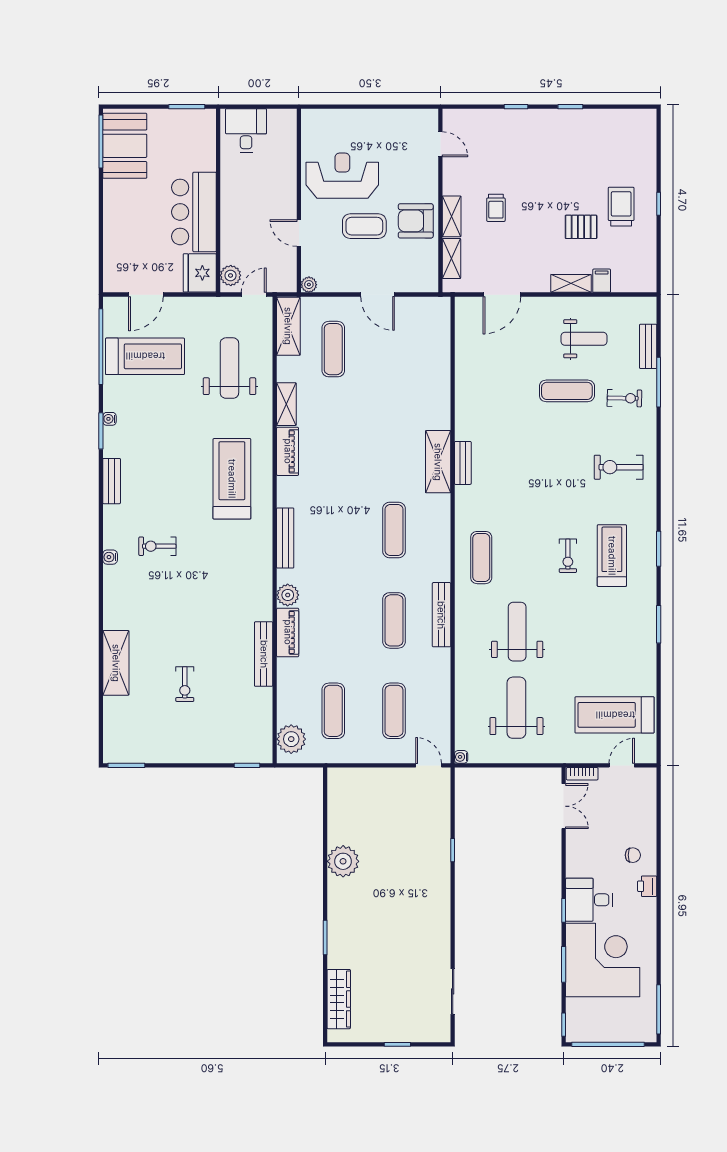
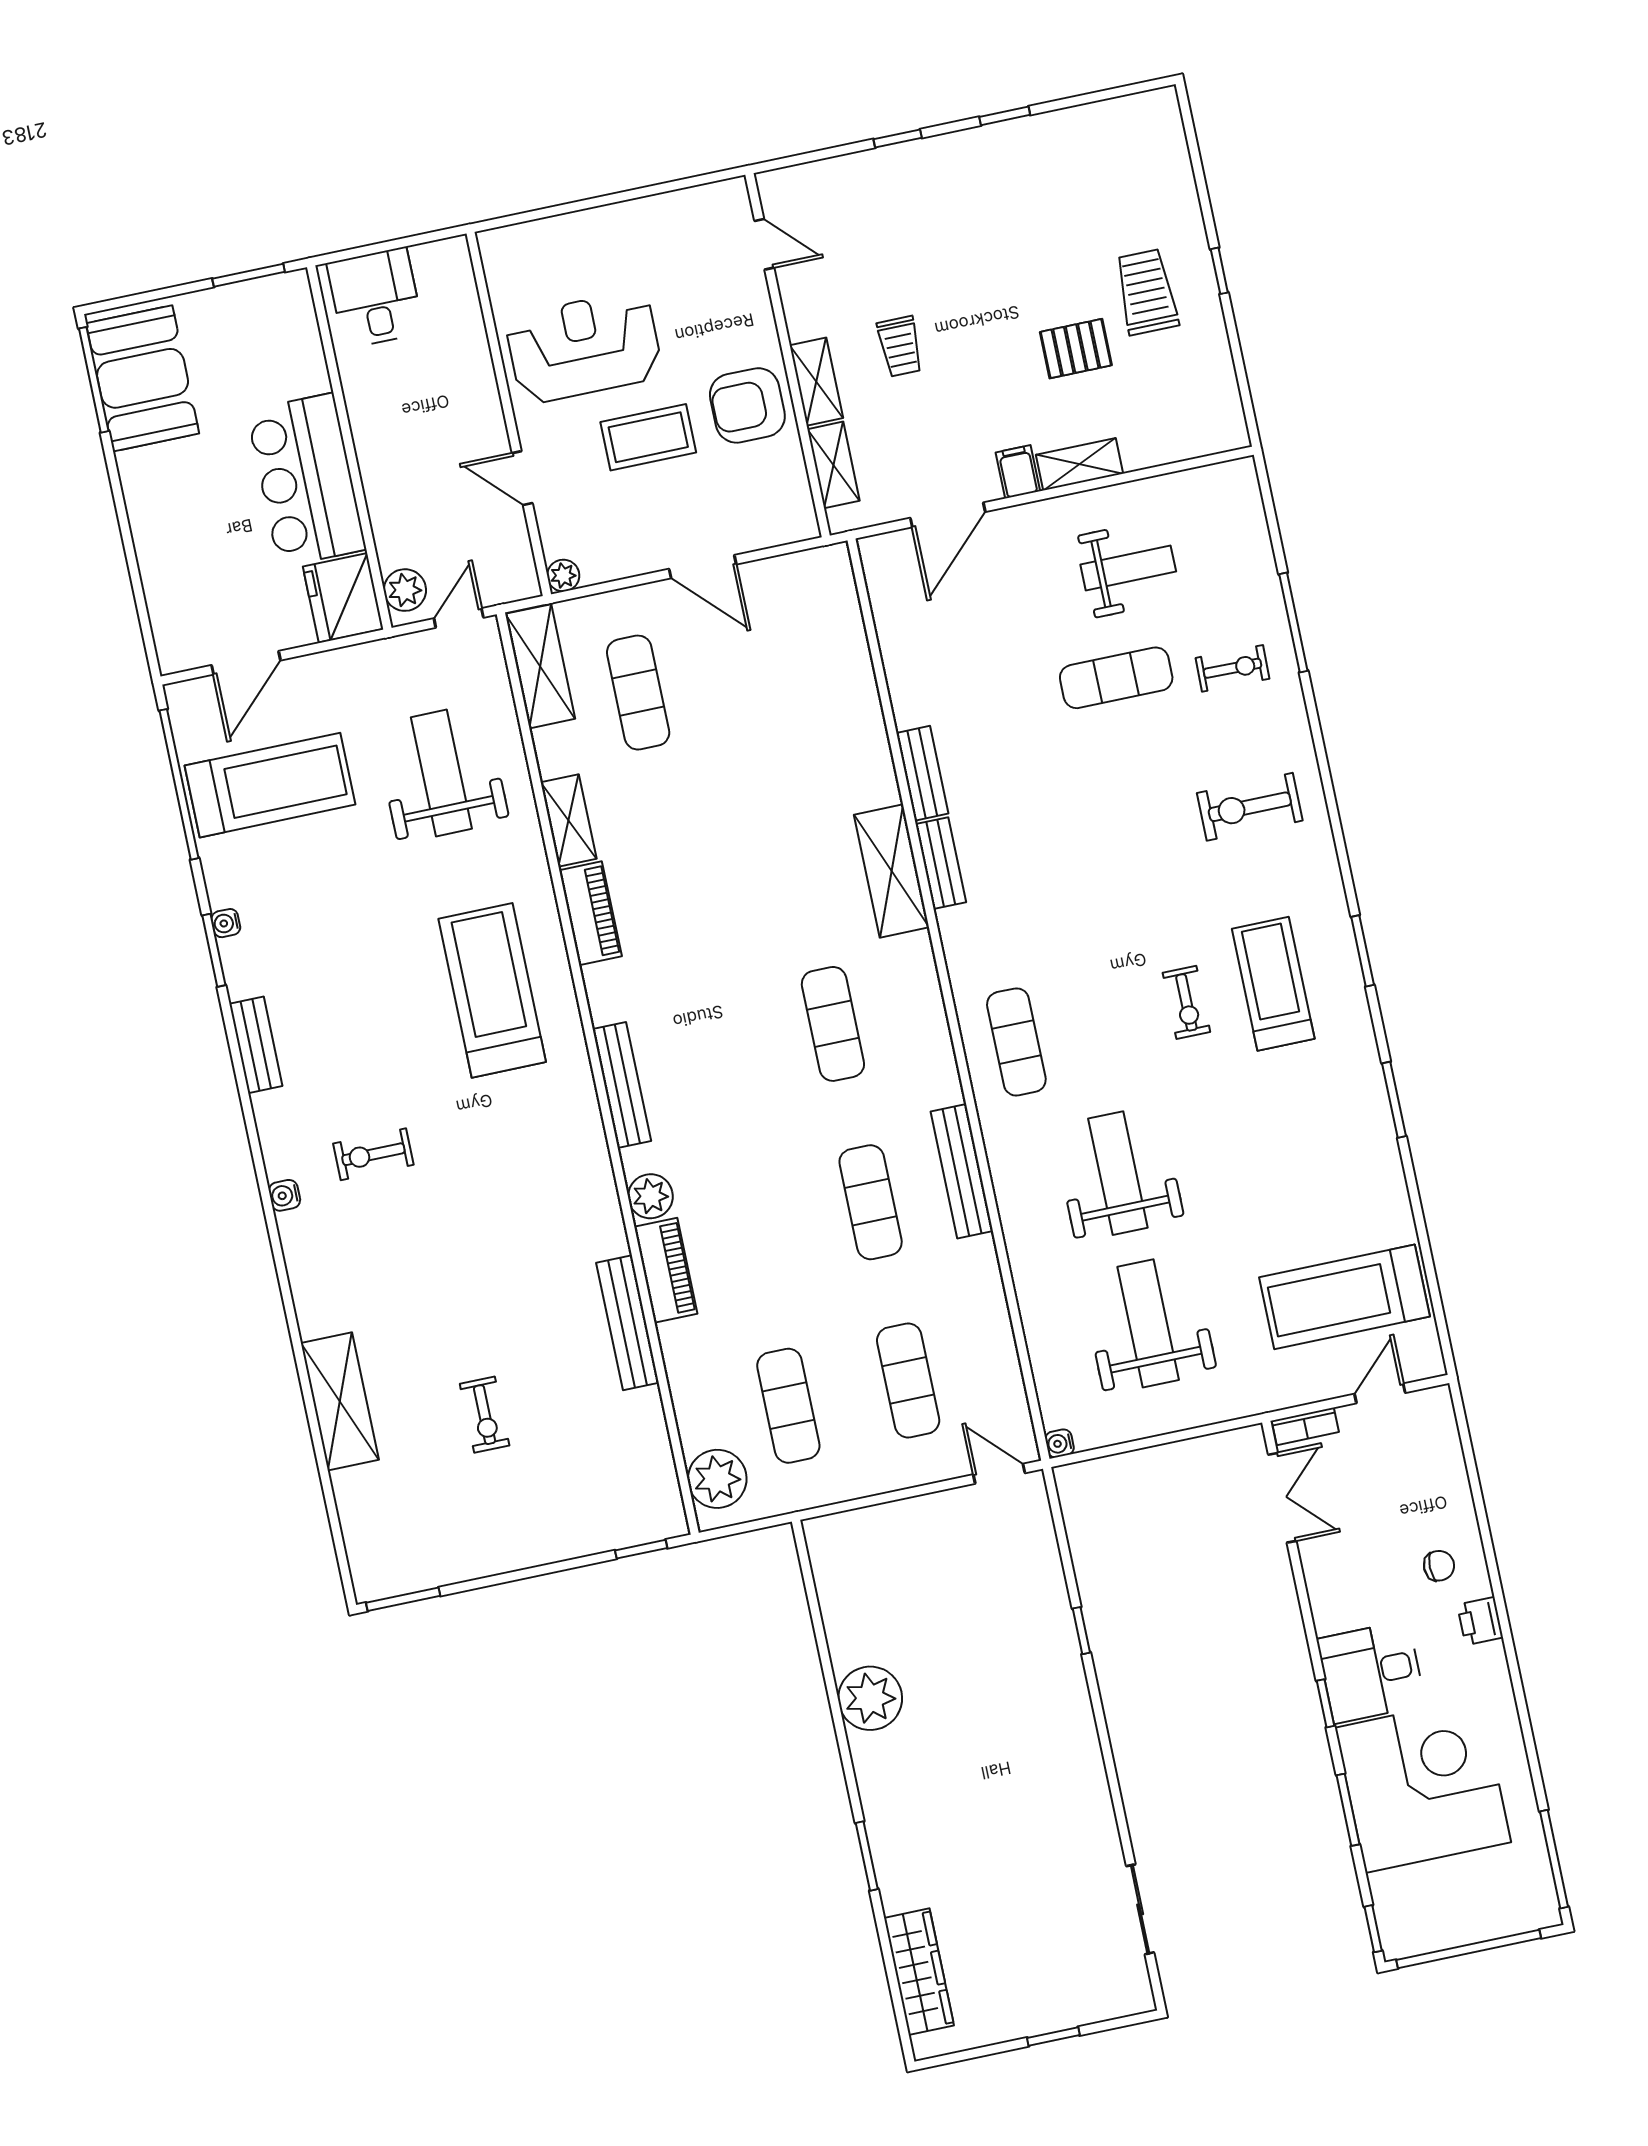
filing cabinet: (602, 281) -> (1018, 472), moved
bench: (648, 346) -> (922, 773), moved

